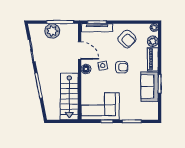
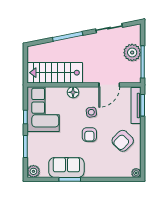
plant: (153, 41) -> (33, 171), moved
piano: (153, 59) -> (99, 171), removed
floor lamp: (86, 69) -> (73, 92), moved

